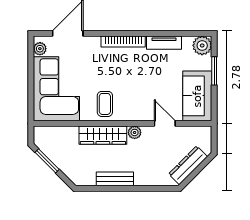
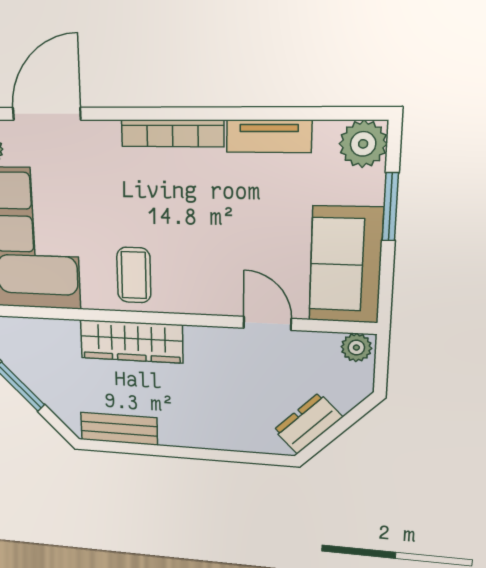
plant: (135, 132) -> (356, 348), moved
dresser: (188, 165) -> (308, 424), width x0.70
bench: (115, 179) -> (119, 429), moved

